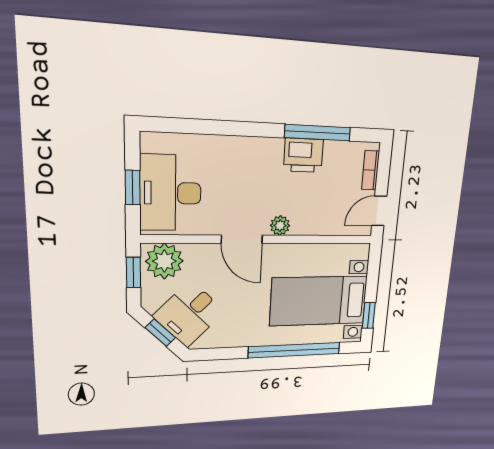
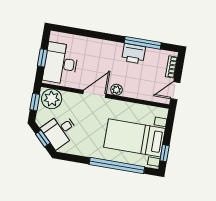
door: (242, 239) -> (94, 94), swing flipped

